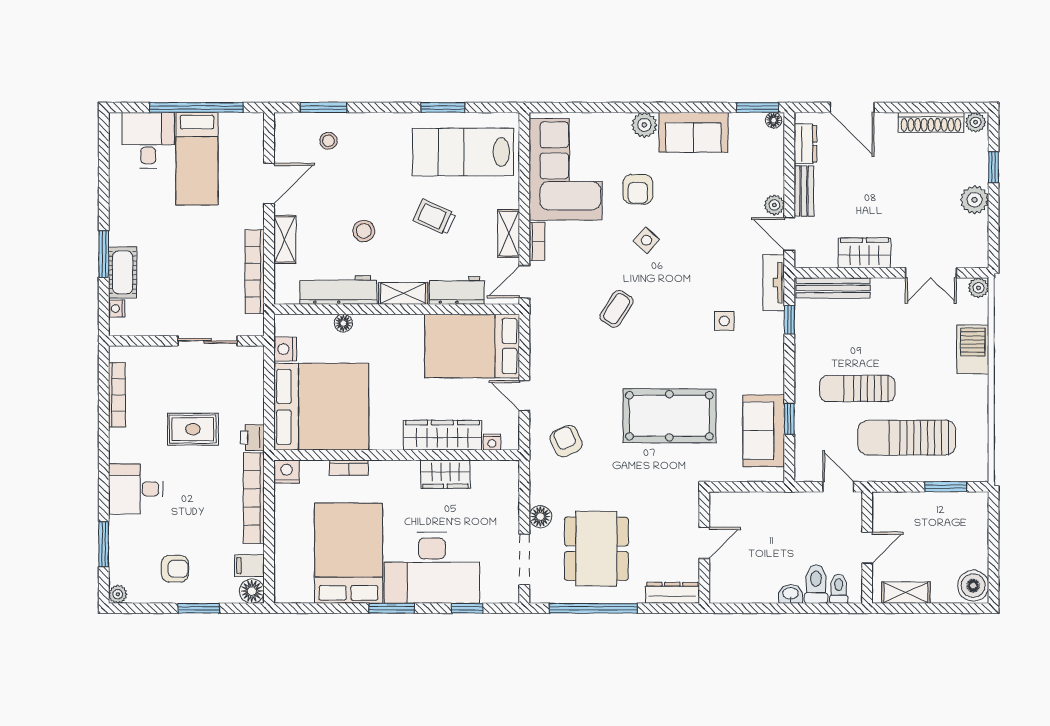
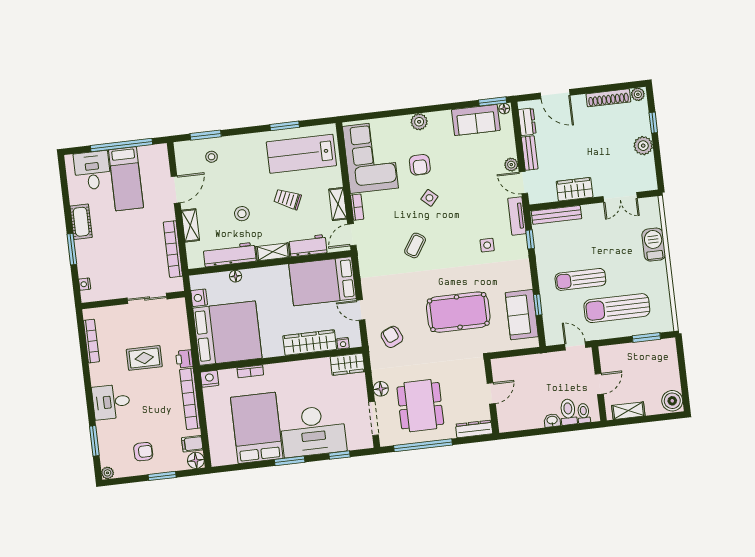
sofa: (693, 132) -> (476, 120), moved
cot: (123, 272) -> (81, 222), moved
plant: (979, 288) -> (653, 203), removed
wardrobe: (445, 474) -> (347, 364), moved

